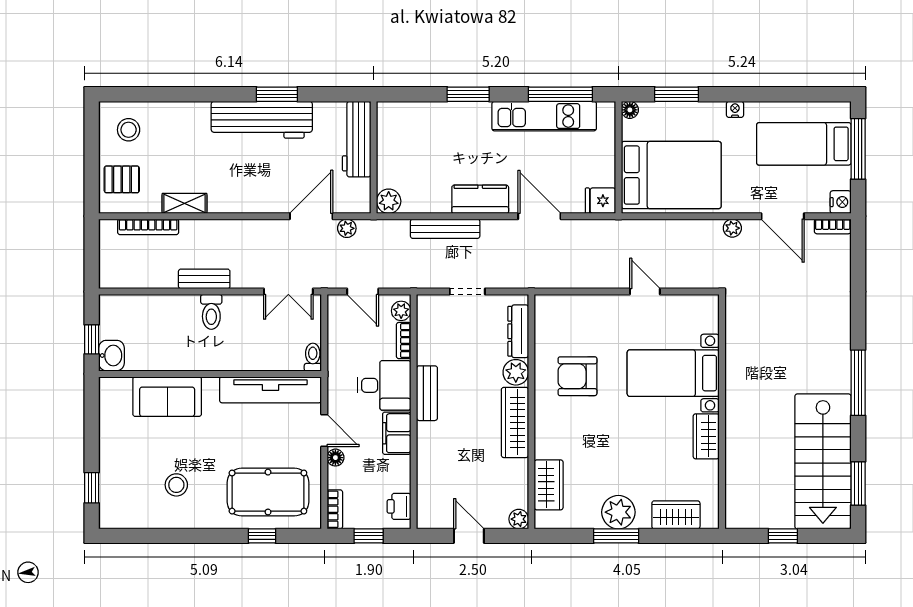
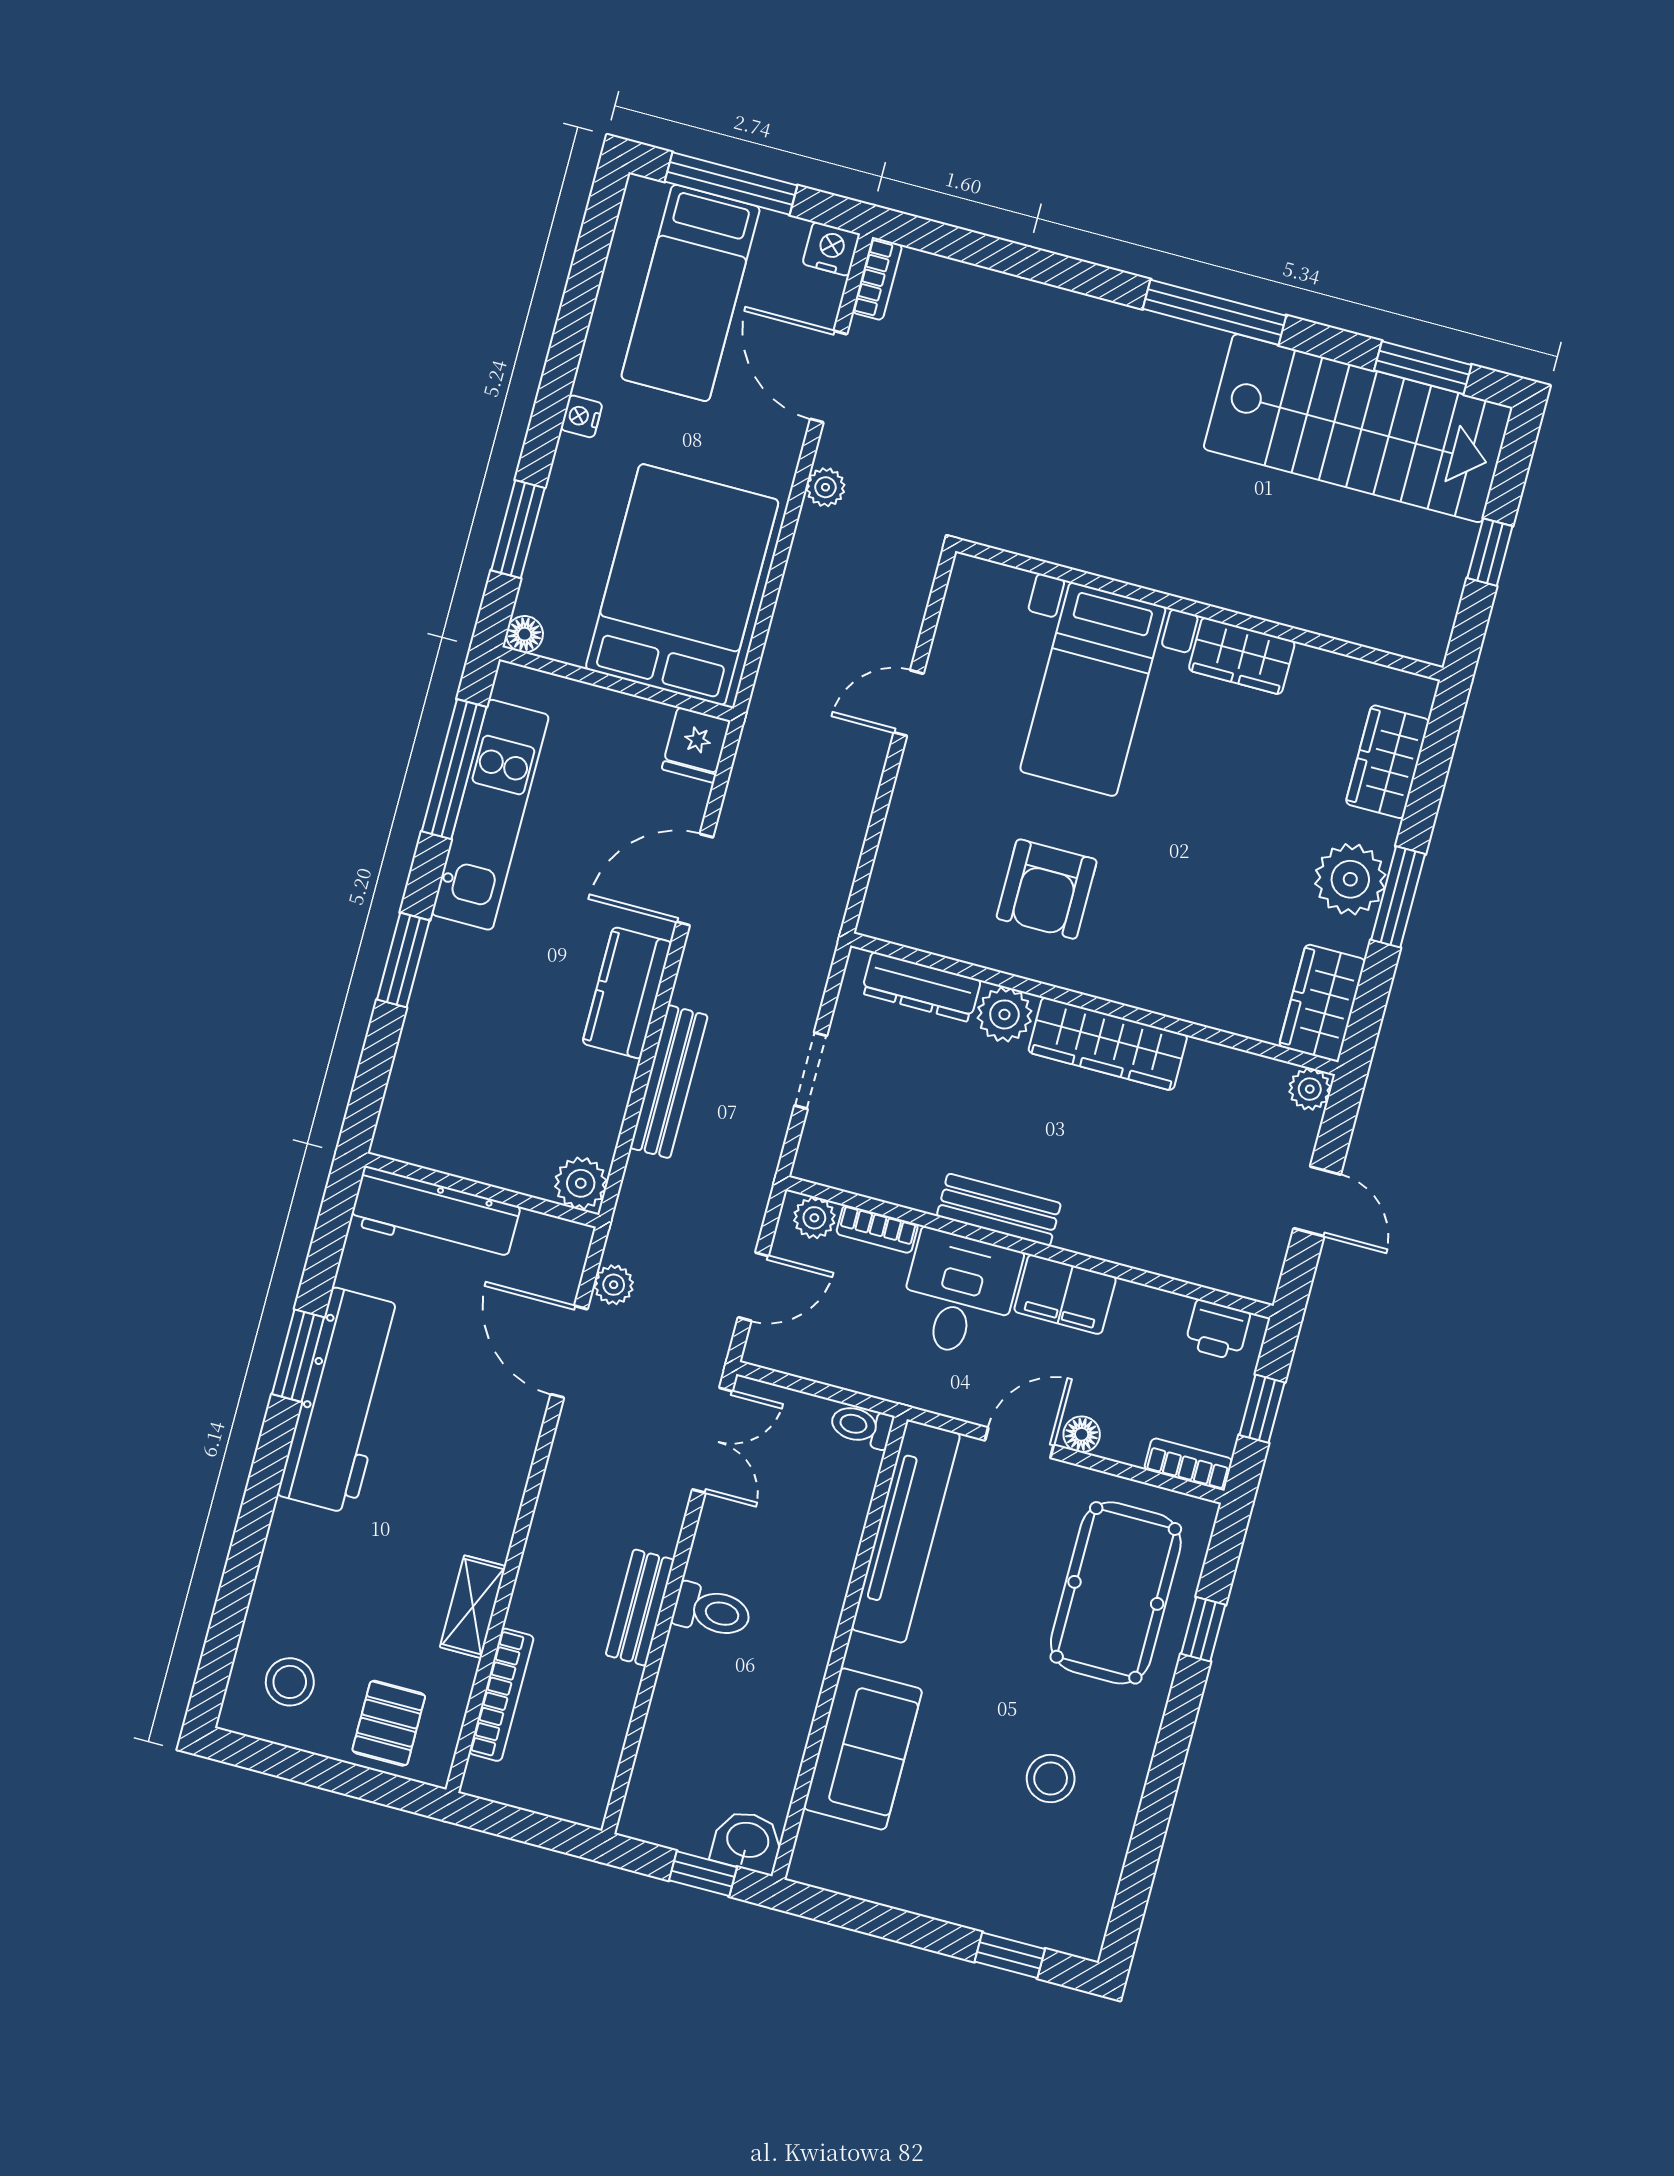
door: (783, 216) -> (829, 377), swing flipped
wardrobe: (549, 485) -> (1322, 1003), moved, turned -90
door: (469, 536) -> (1317, 1201), swing flipped

